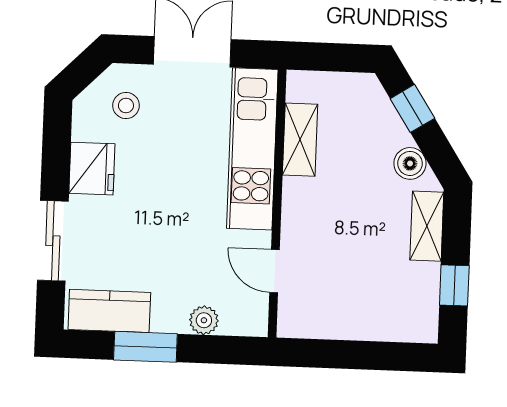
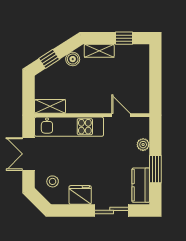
shelving: (300, 140) -> (50, 106), moved
door: (275, 271) -> (121, 115), swing flipped

